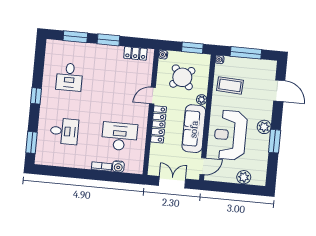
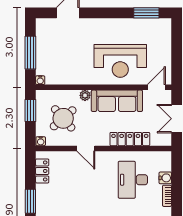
coffee table: (230, 85) -> (67, 66), removed
locker: (159, 124) -> (130, 139), moved
plant: (264, 127) -> (108, 26), removed
window: (275, 141) -> (146, 13), moved
door: (203, 166) -> (156, 87), hinge flipped
plant: (244, 177) -> (164, 42), removed

